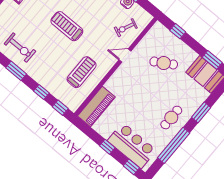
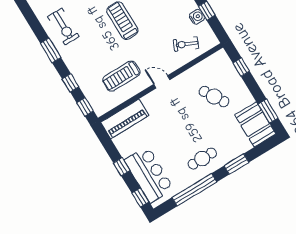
door: (125, 56) -> (162, 82), moved
treadmill: (82, 72) -> (121, 76), turned 180

